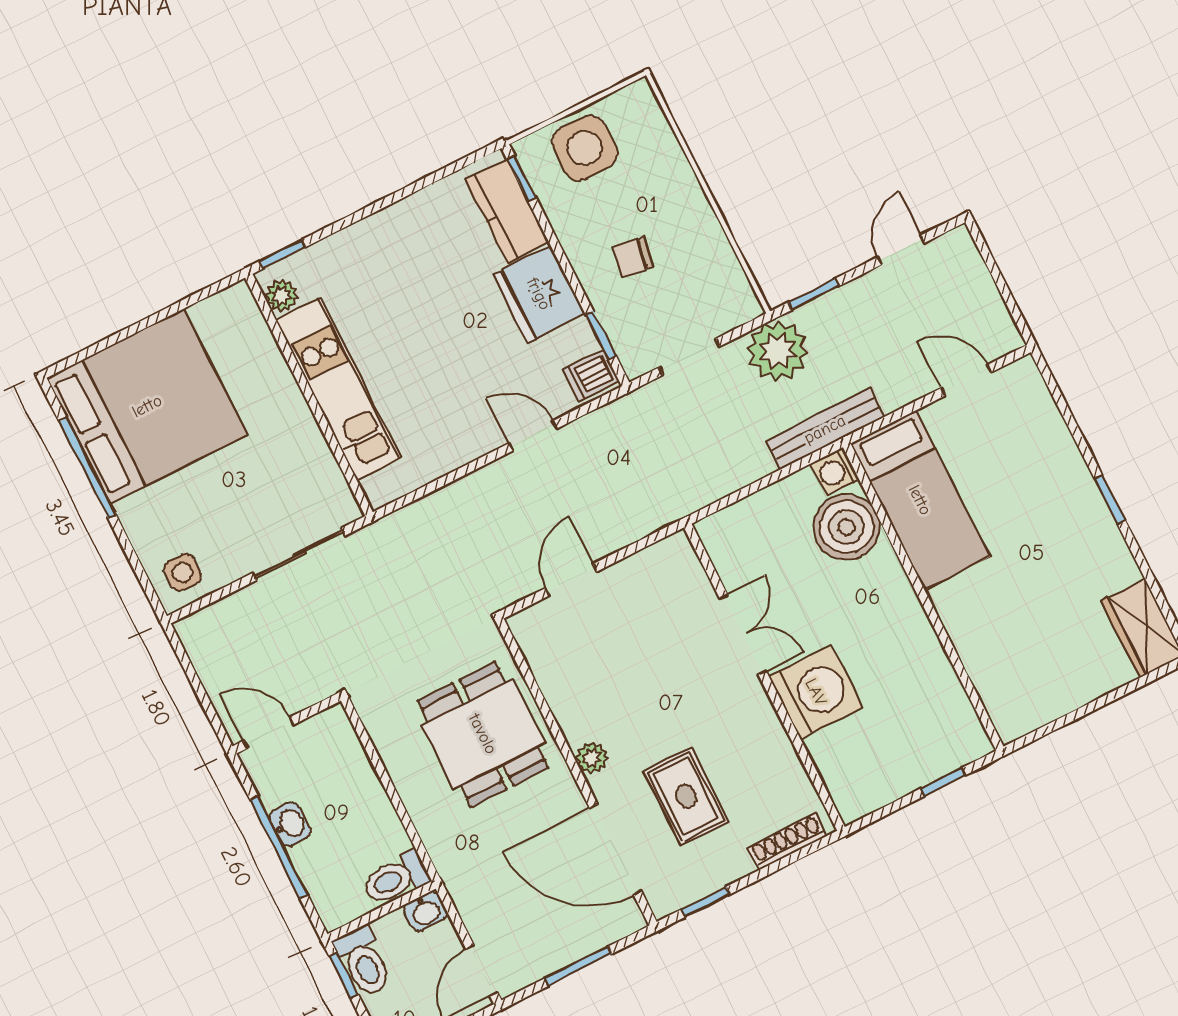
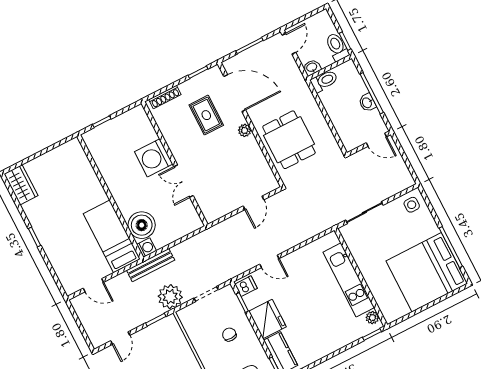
chair: (633, 257) -> (229, 335), turned -102

